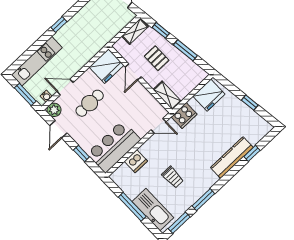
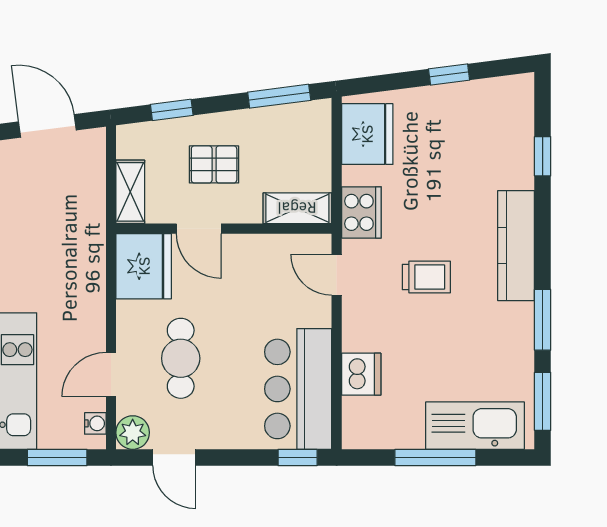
shelving: (135, 31) -> (130, 192), moved
window: (185, 50) -> (279, 96), moved
door: (159, 126) -> (337, 275), swing flipped
window: (81, 153) -> (298, 457), moved
kitchen counter: (232, 158) -> (516, 246), moved
trolley: (173, 177) -> (426, 277), moved

